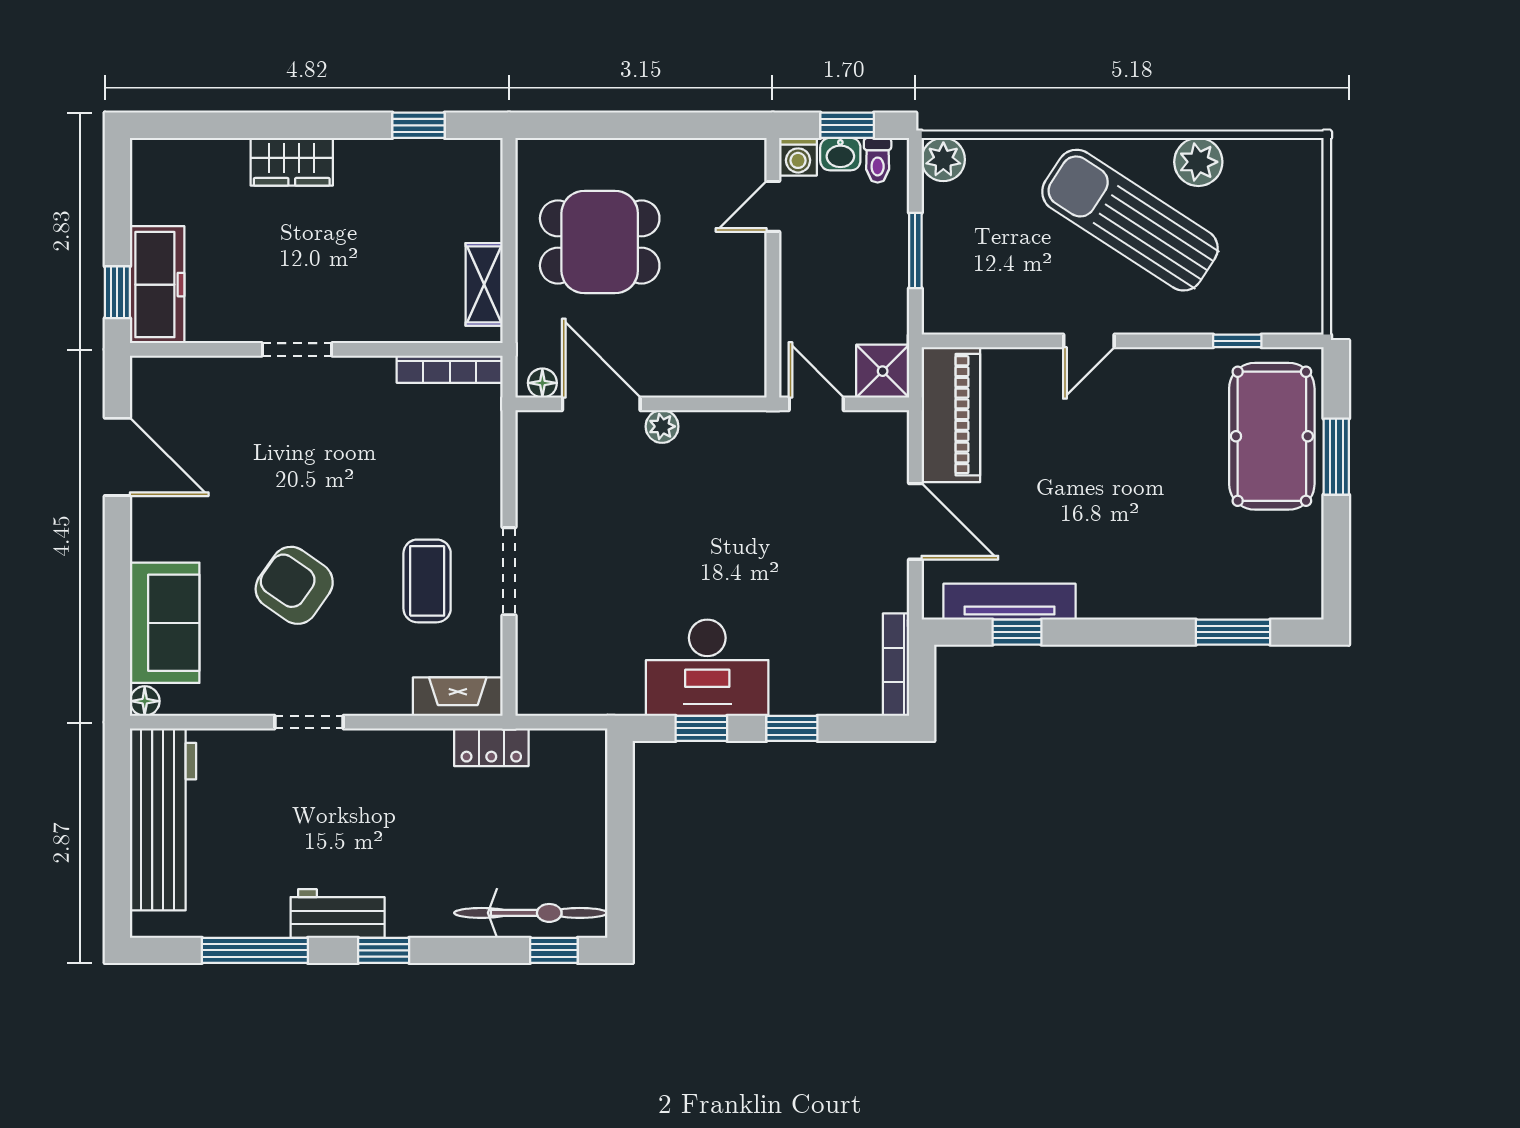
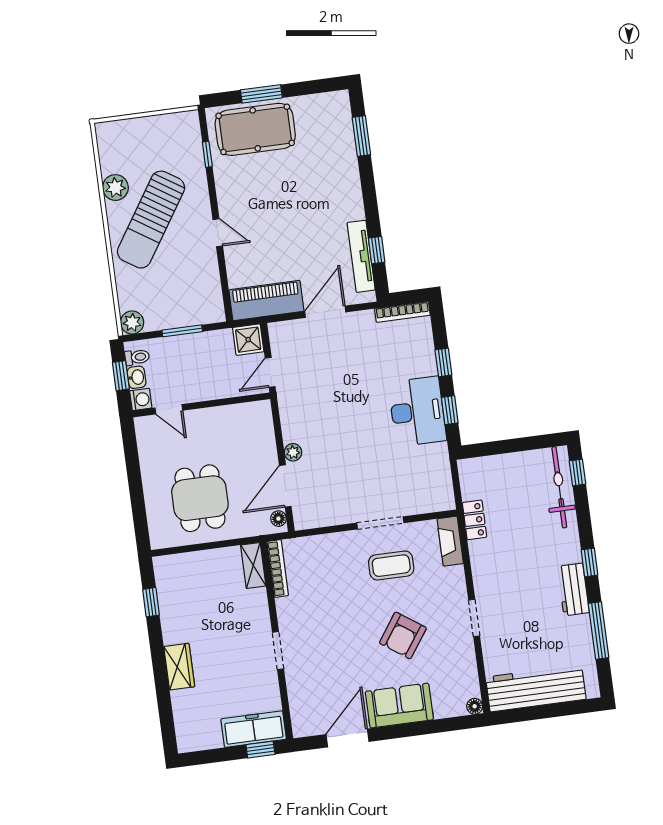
shelving: (484, 284) -> (253, 565), moved, turned 90
sofa: (165, 623) -> (399, 706), moved

